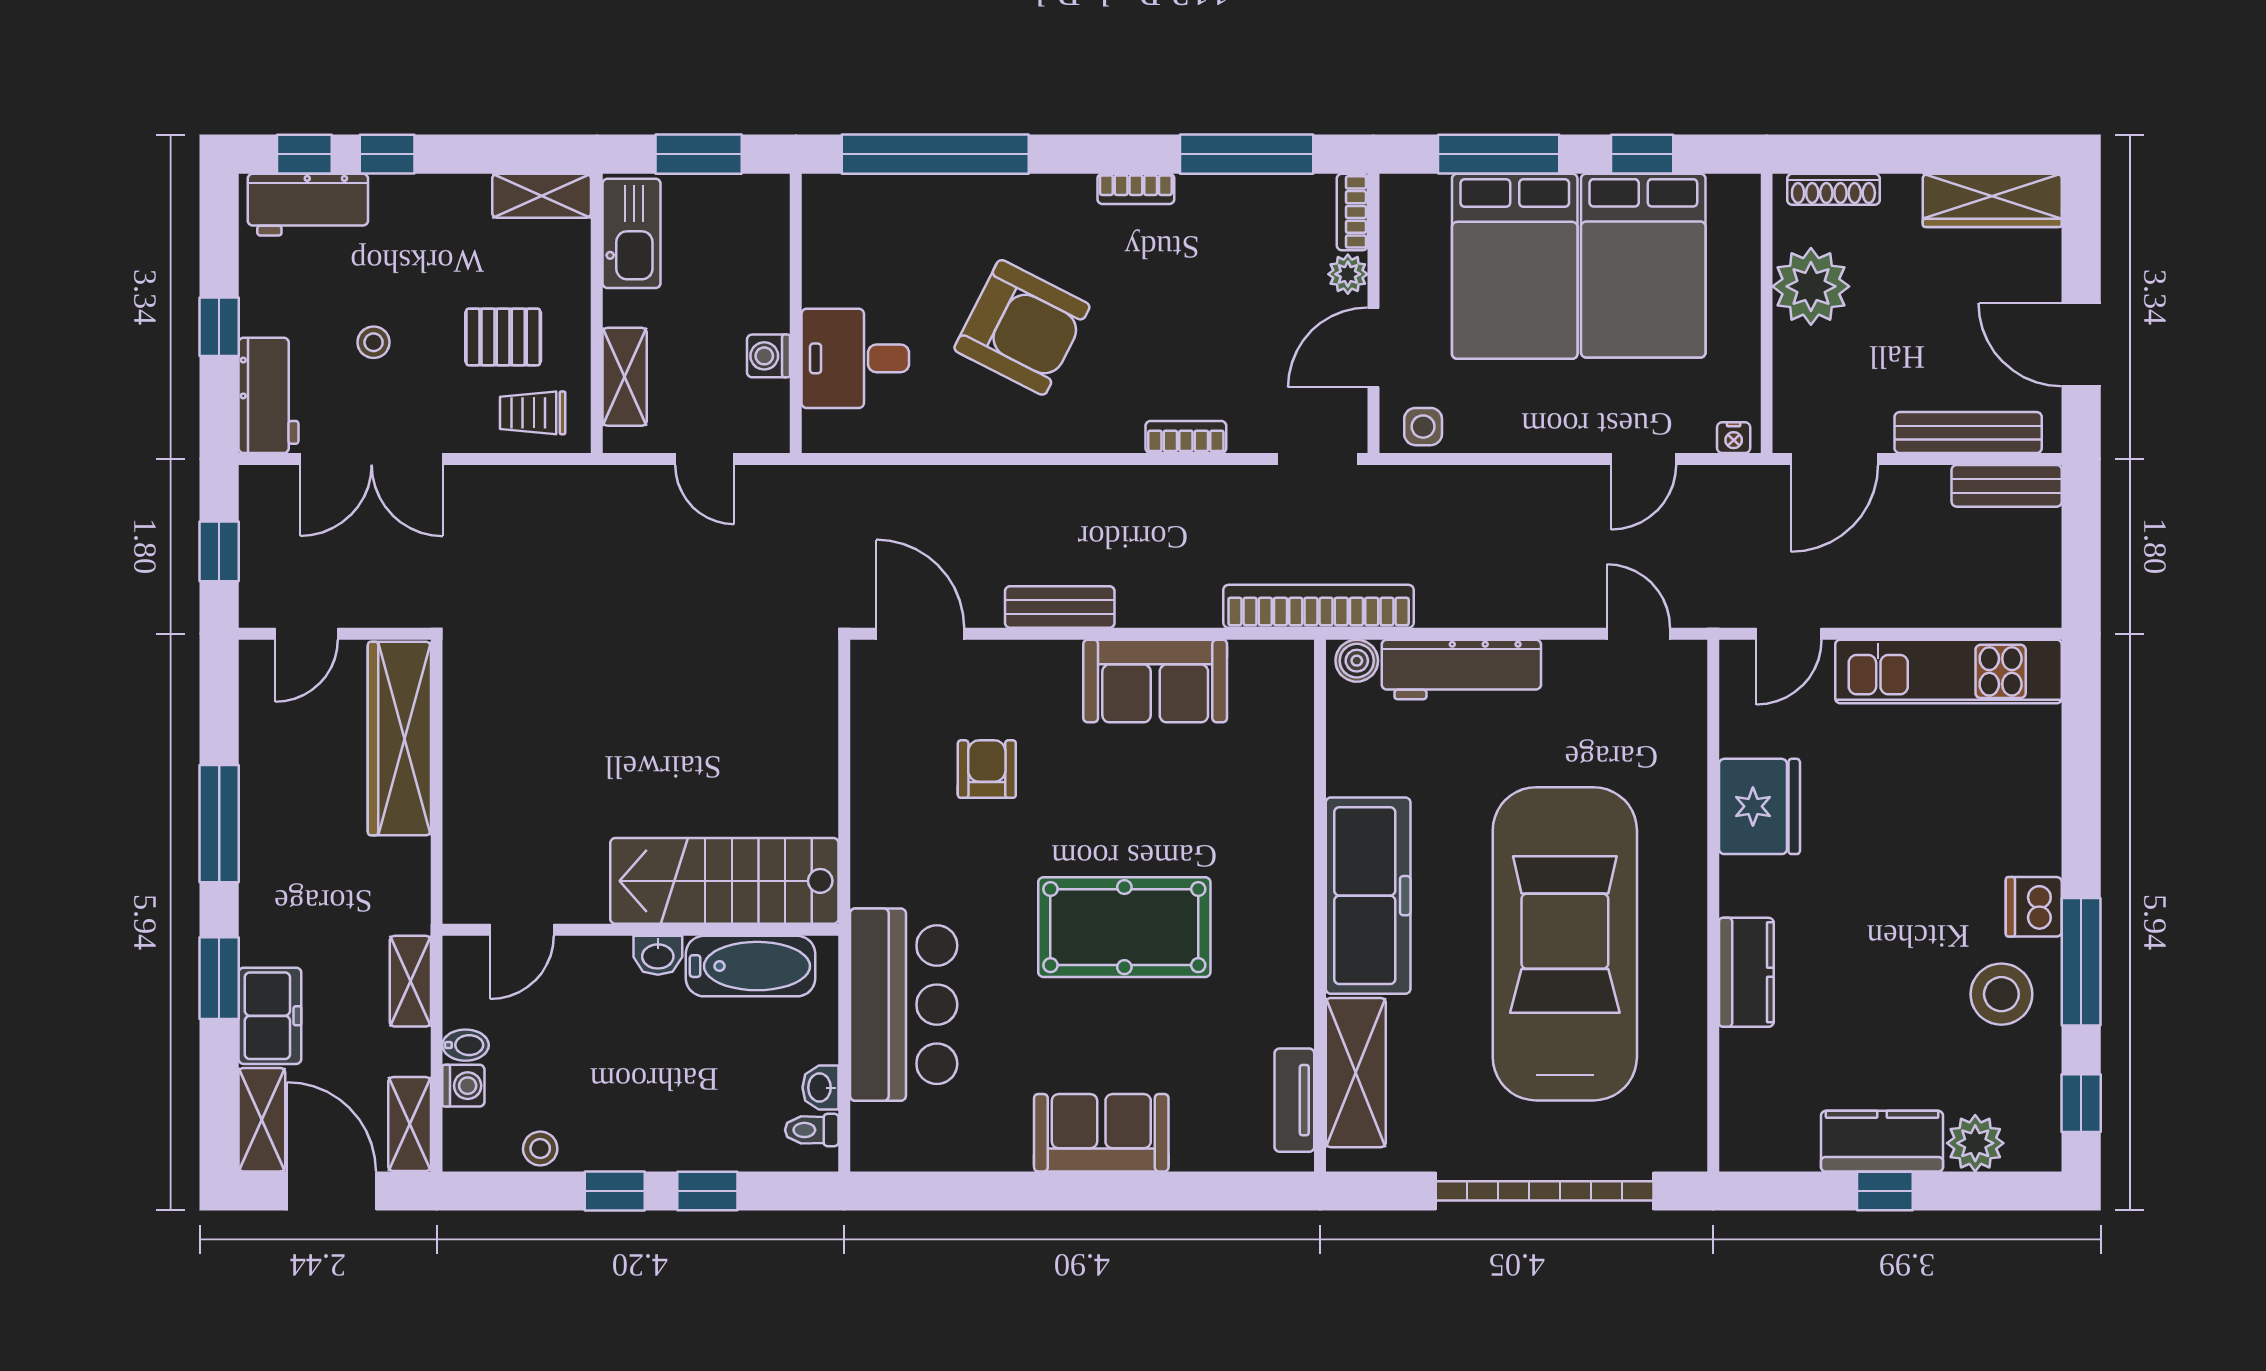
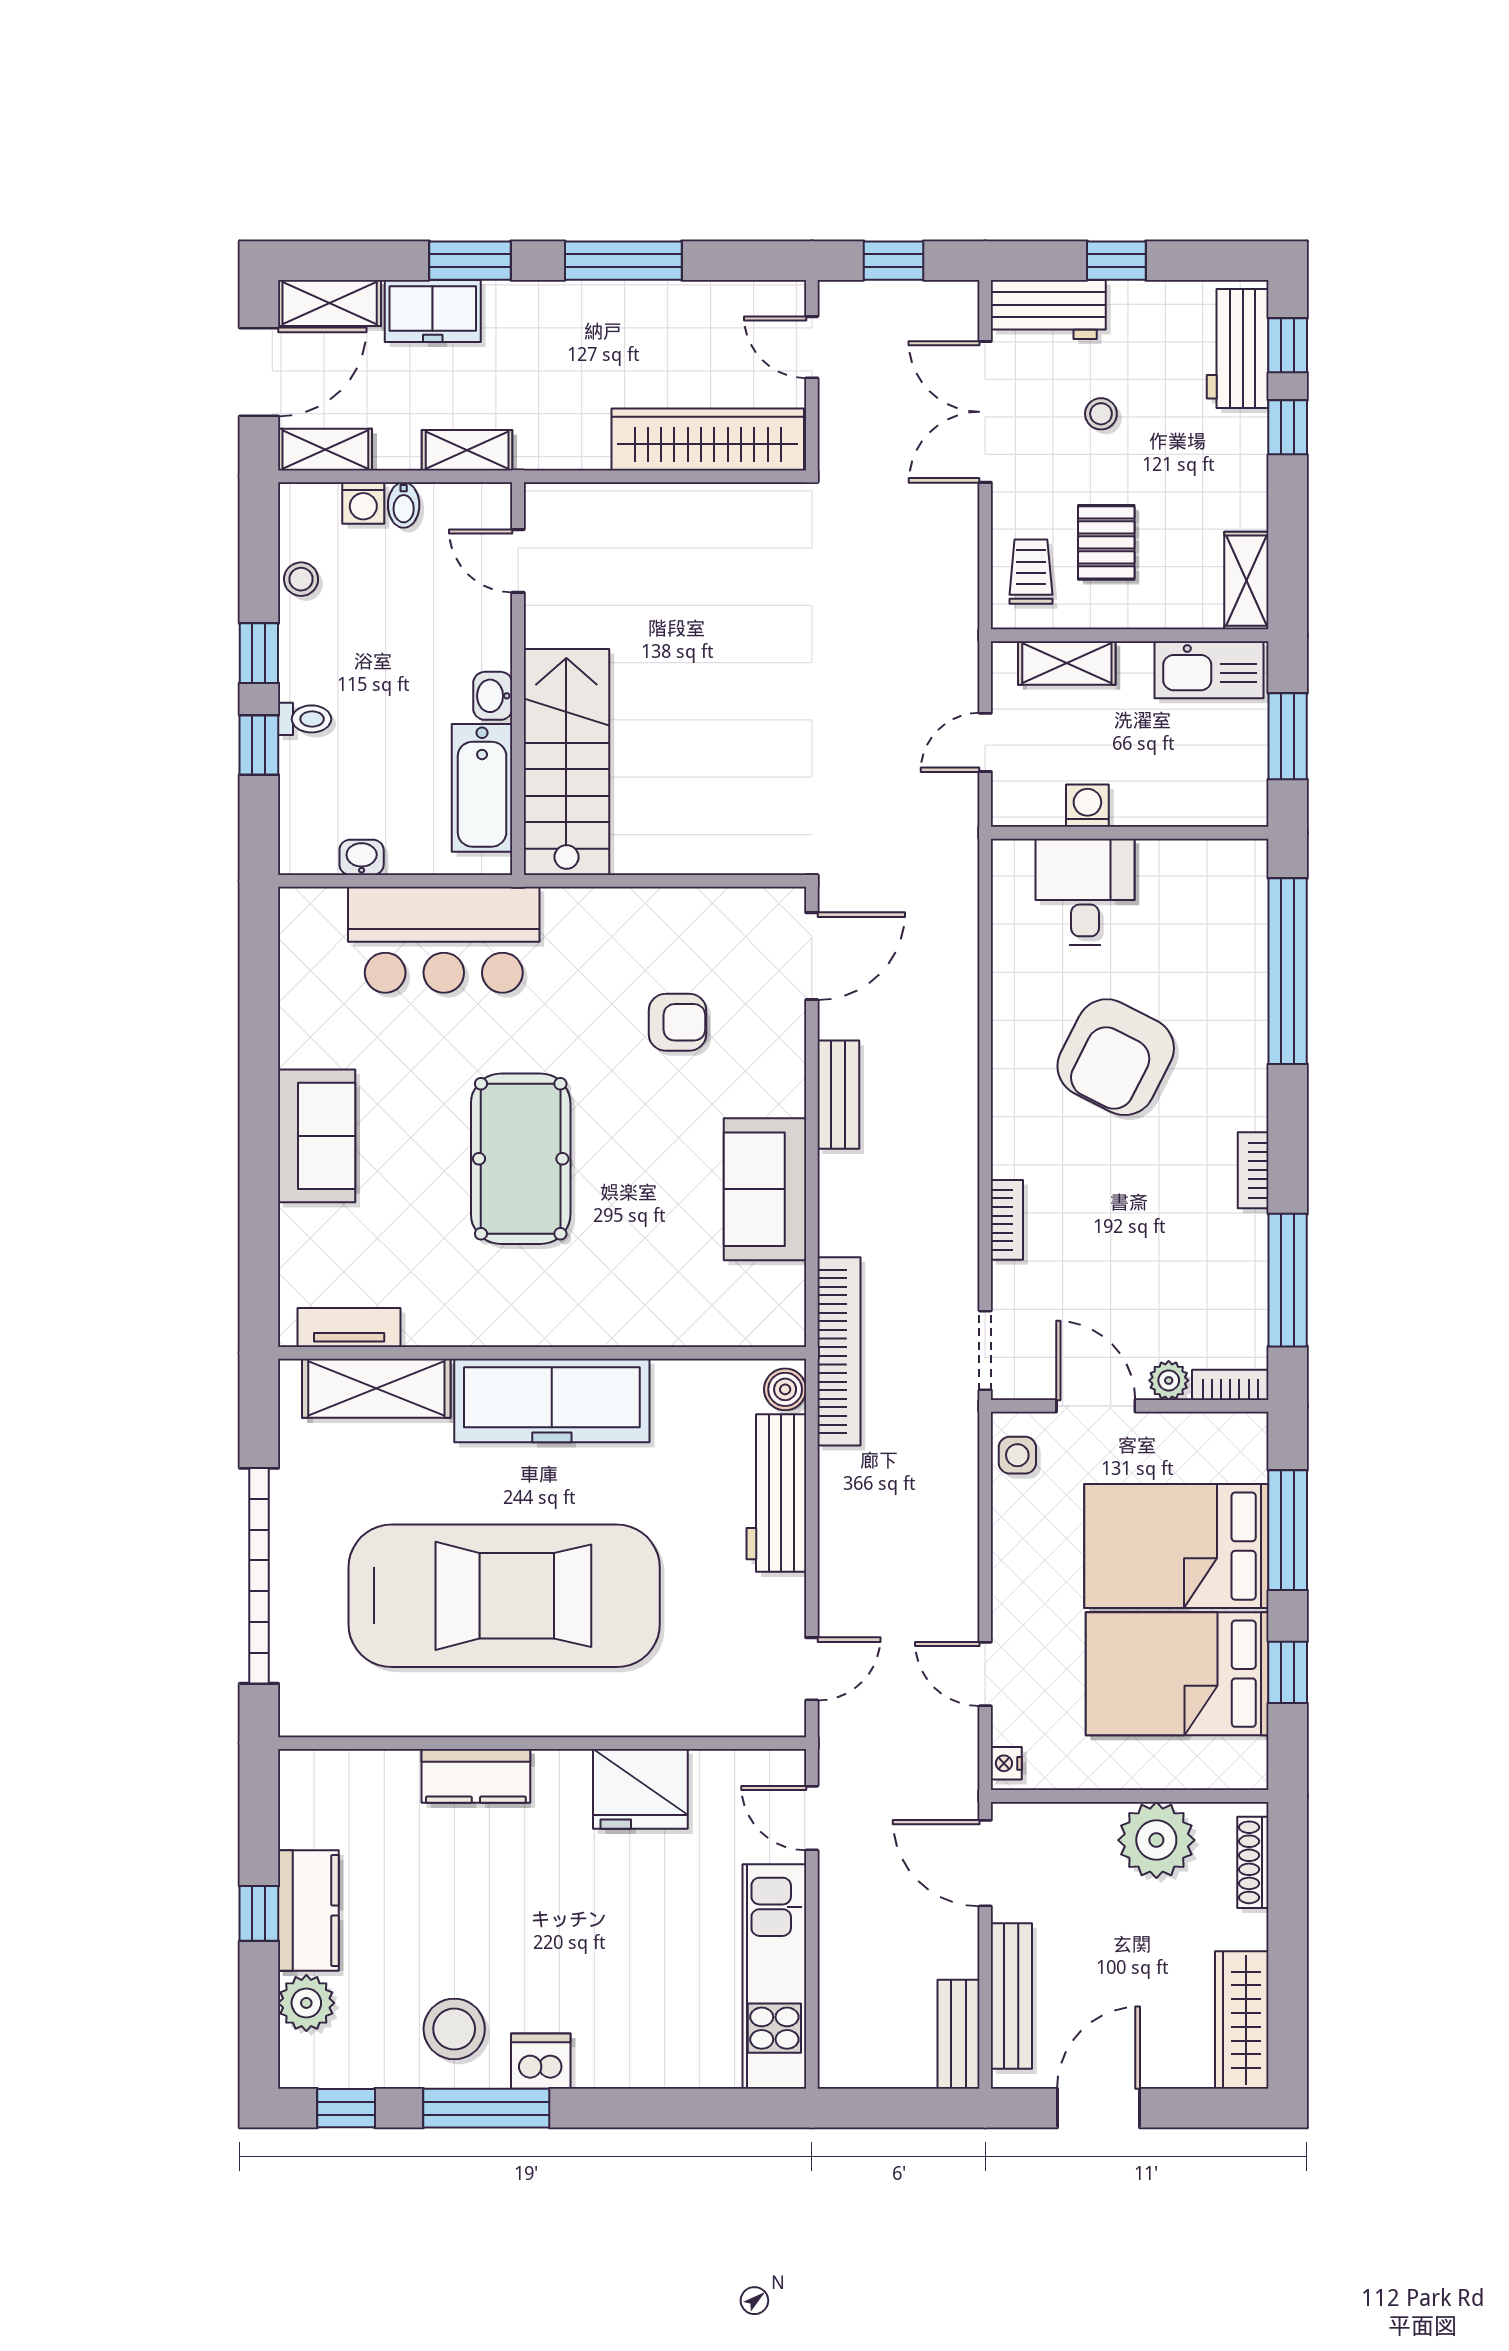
toilet: (812, 1130) -> (305, 719), moved, turned 90

